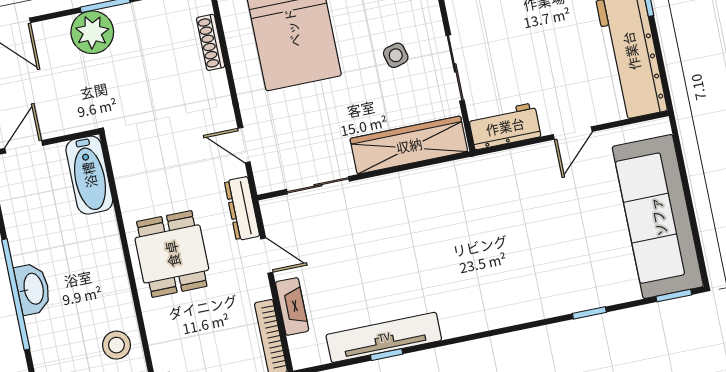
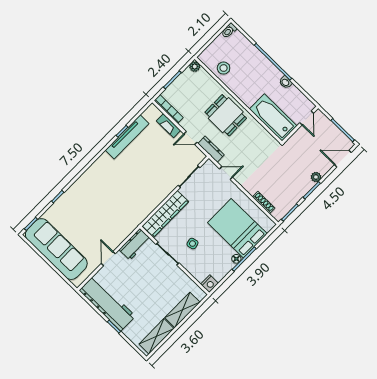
plant: (92, 32) -> (316, 177), width x0.53, depth x0.53
bathtub: (89, 175) -> (273, 117), width x1.36, depth x1.36
washbasin: (33, 289) -> (286, 82), moved, width x0.52, depth x0.69

